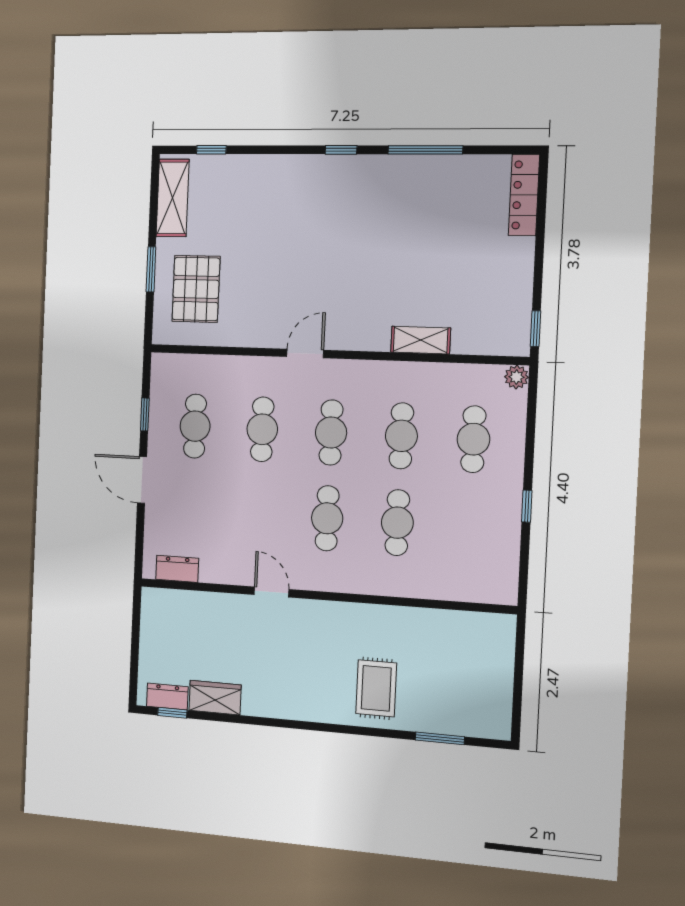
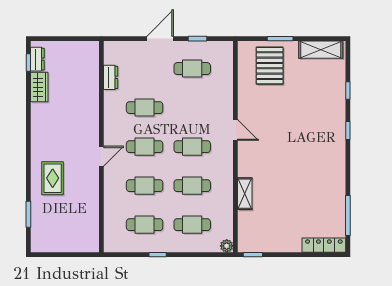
window: (211, 150) -> (348, 91), moved
window: (341, 150) -> (348, 130), moved
window: (425, 150) -> (348, 215), moved
pallet: (196, 289) -> (270, 66), turned 90
cafe table: (262, 429) -> (145, 108), moved
cafe table: (469, 527) -> (145, 225), added
dresser: (177, 569) -> (111, 77), moved
door: (271, 592) -> (101, 156), moved
rug: (376, 688) -> (53, 178), turned 90

